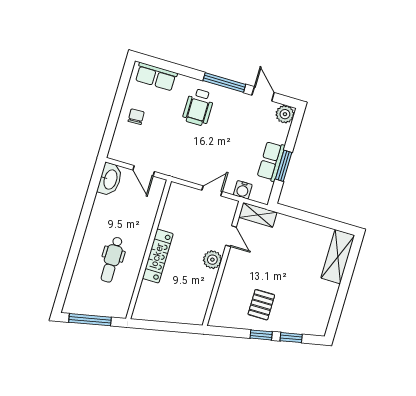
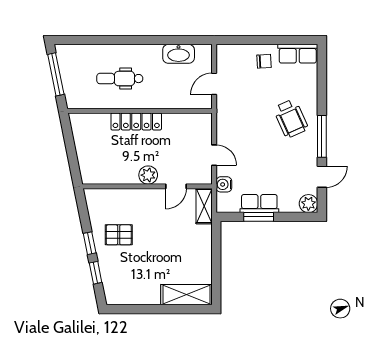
row of seats: (156, 77) -> (298, 54), moved, turned -90
wheelchair: (198, 107) -> (291, 119), turned -114
washbasin: (110, 179) -> (179, 54), moved

